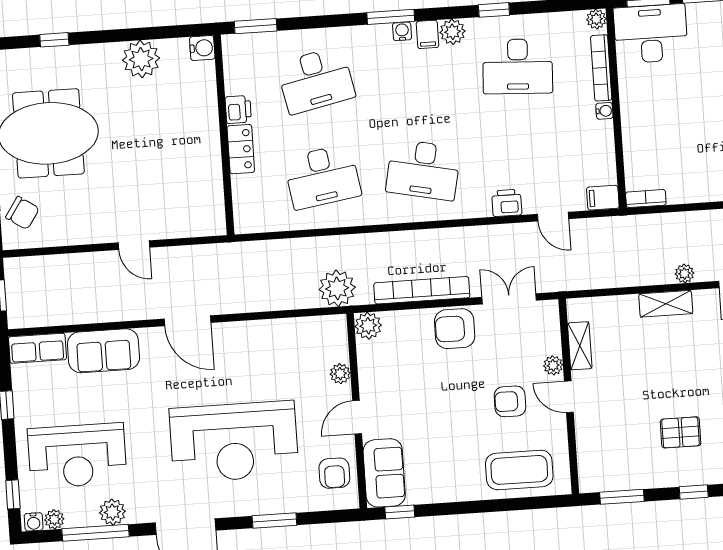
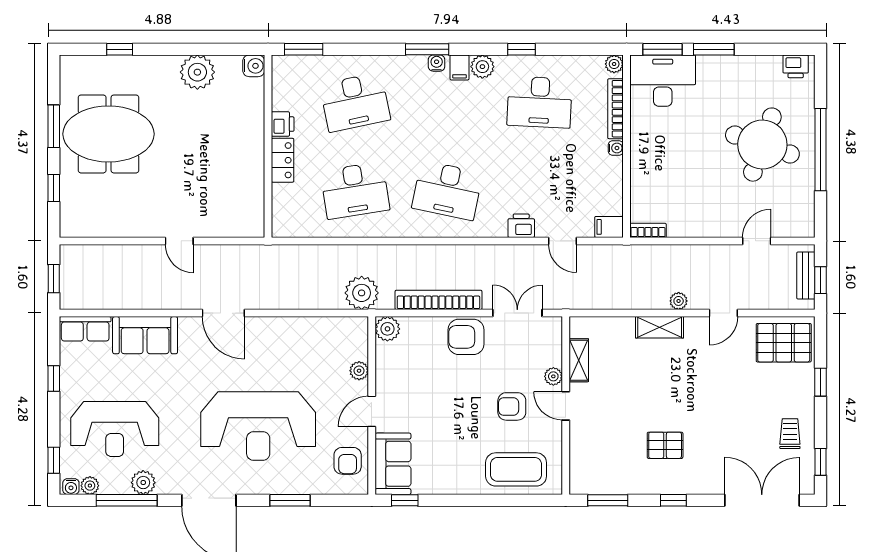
chair: (22, 213) -> (80, 205), removed

